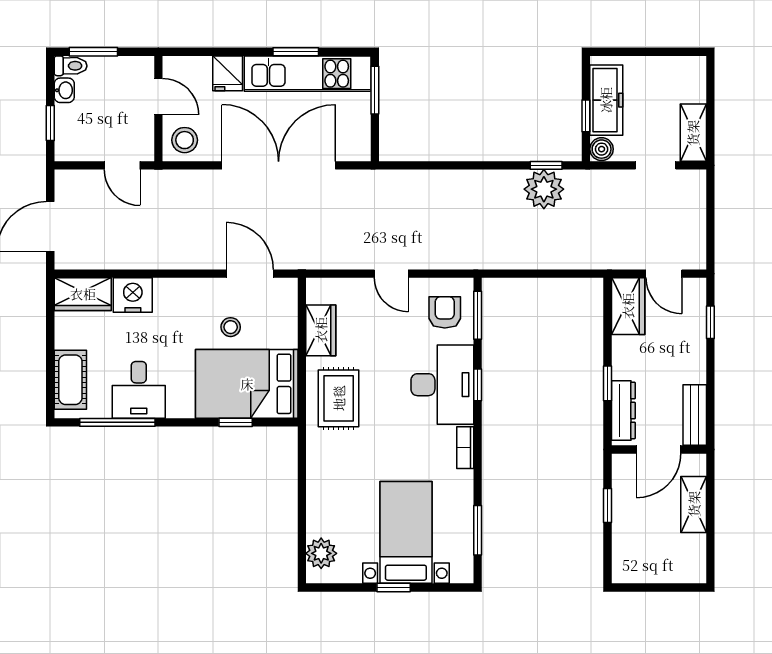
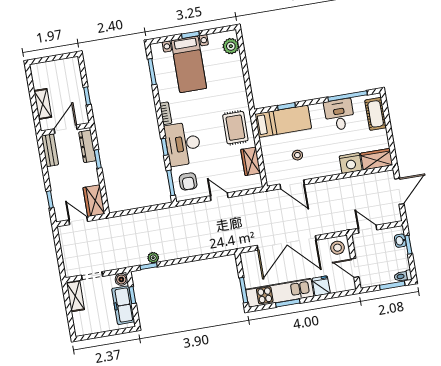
washbasin: (64, 90) -> (400, 241), moved
plant: (544, 189) -> (153, 258), width x0.53, depth x0.53
bed: (247, 384) -> (283, 121), width x0.67

